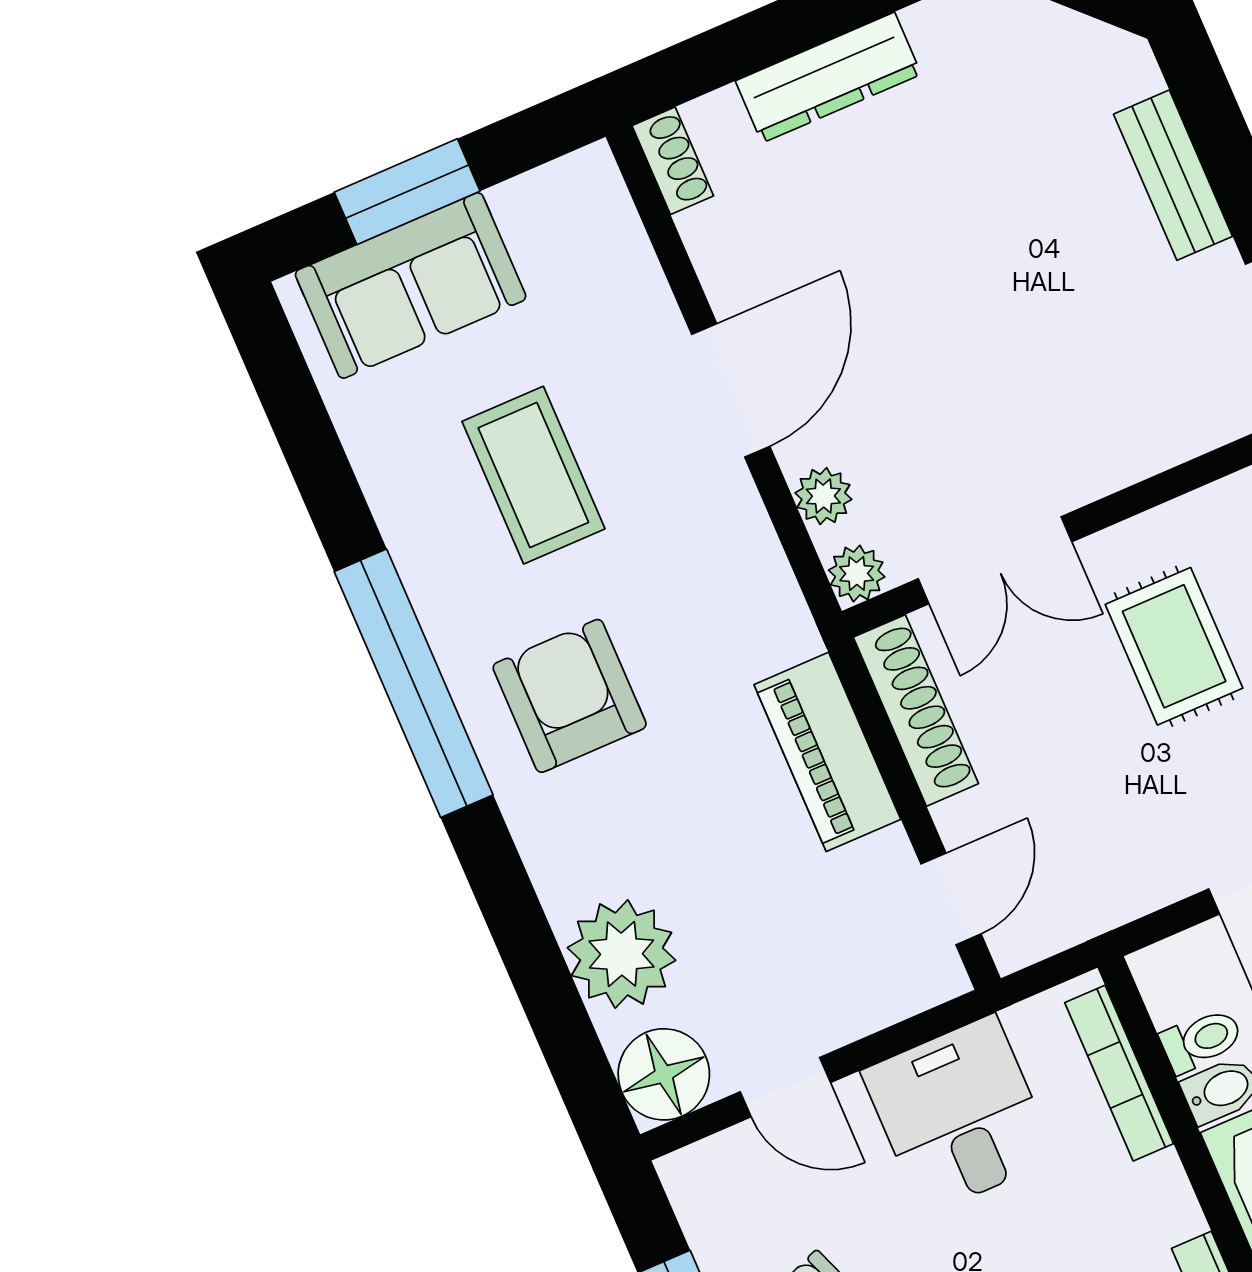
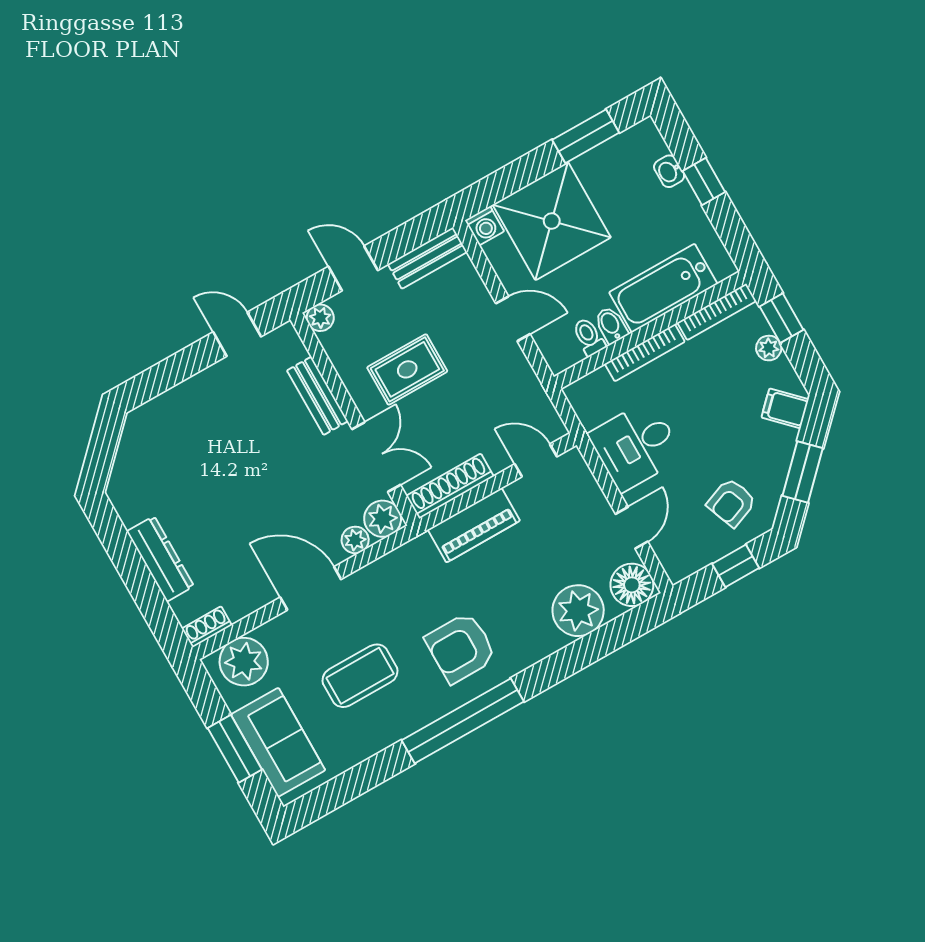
bench: (1173, 175) -> (317, 396), moved, turned 90
plant: (590, 231) -> (244, 662), added
plant: (857, 574) -> (383, 519), width x1.38, depth x1.38
bookcase: (1119, 1073) -> (645, 353), moved

